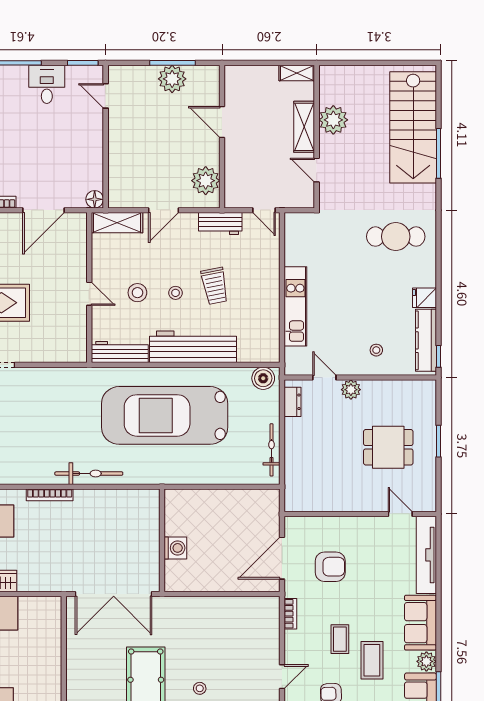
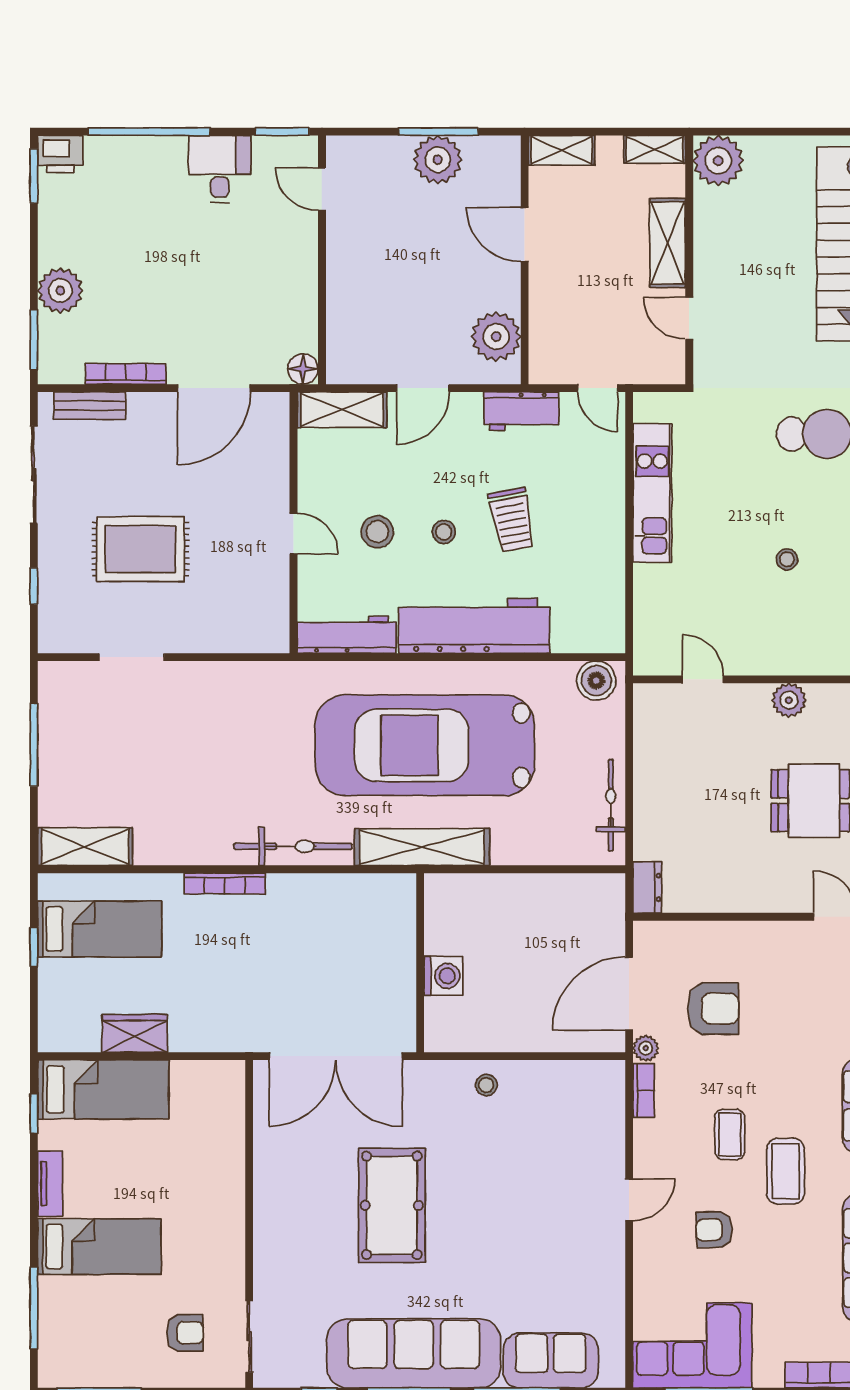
shelving: (243, 74) -> (562, 150), added
plant: (333, 120) -> (718, 161), moved
kitchen unit: (295, 306) -> (652, 493), moved
stool: (376, 350) -> (787, 559), moved
plant: (351, 390) -> (789, 700), moved
dresser: (293, 402) -> (647, 887), moved
shelving: (163, 474) -> (422, 847), added
plant: (292, 589) -> (646, 1048), added
stool: (200, 688) -> (486, 1085), moved

